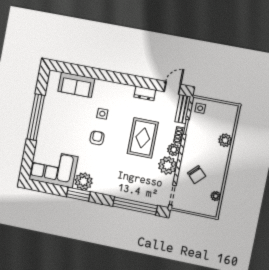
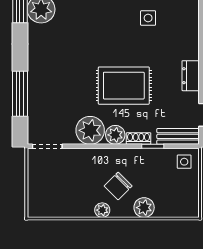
armchair: (97, 138) -> (110, 17), removed
chair: (197, 175) -> (118, 186), moved
plant: (216, 196) -> (102, 210), moved
window: (135, 206) -> (20, 94), width x0.68

